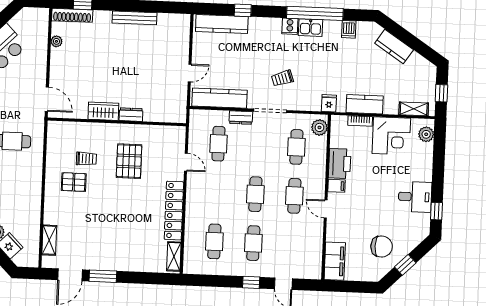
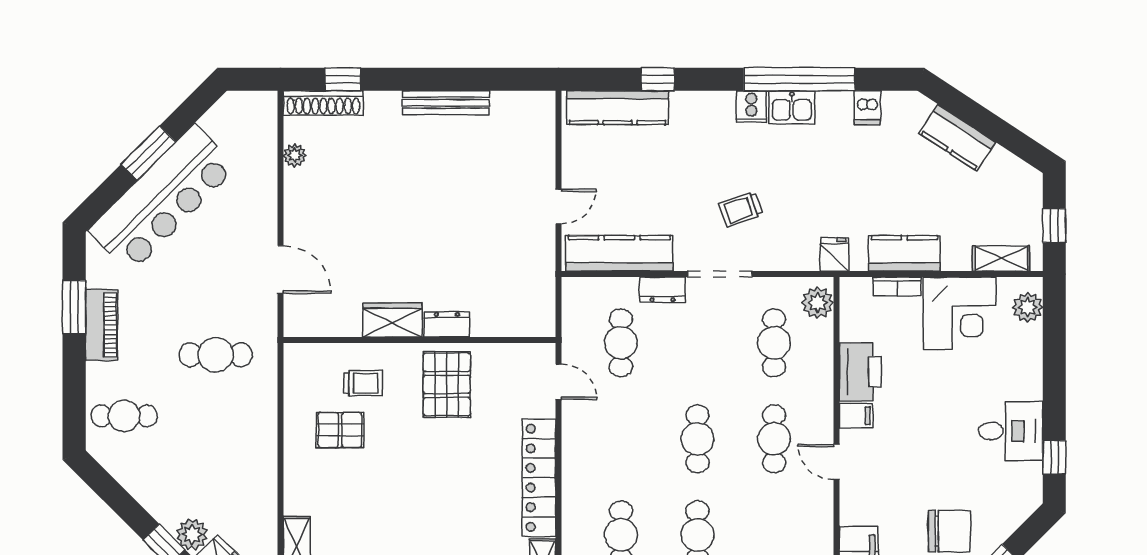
wardrobe: (103, 111) -> (392, 320), moved
dresser: (131, 115) -> (447, 324), moved
wall: (117, 122) -> (420, 340), moved

